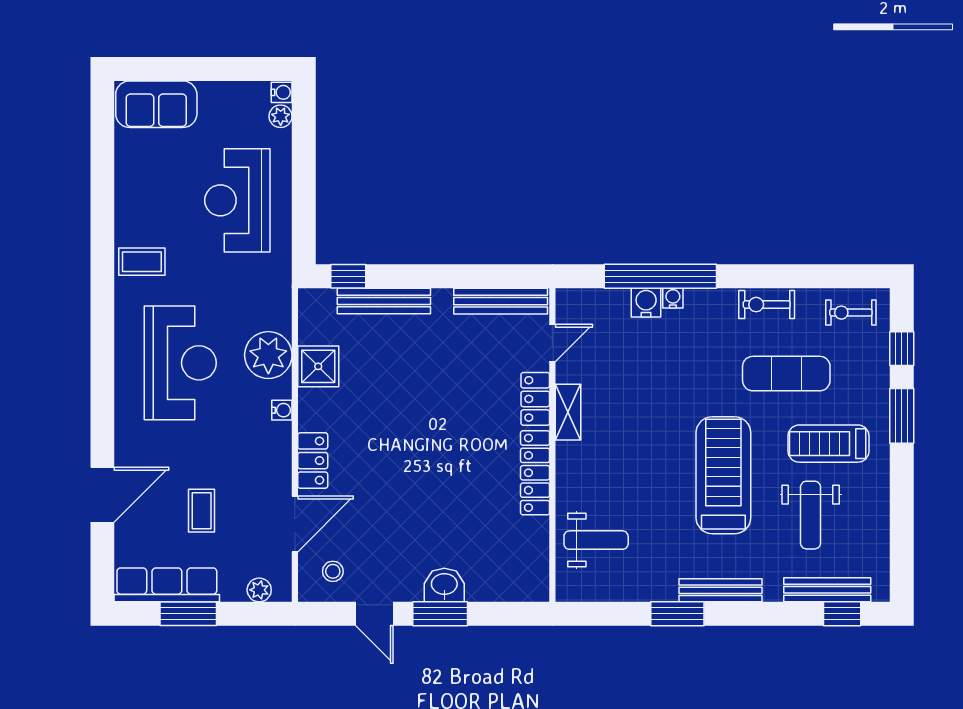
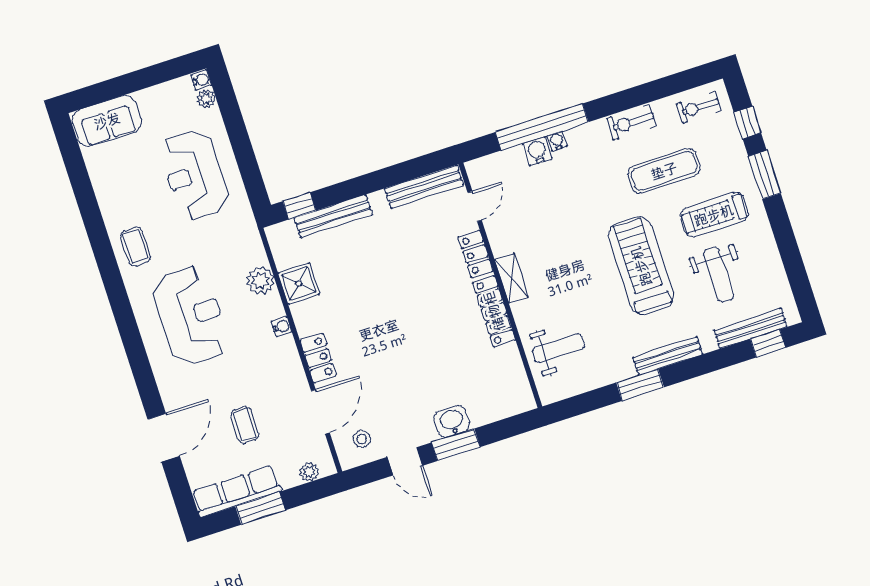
coffee table: (142, 262) -> (135, 247), turned 90
plant: (268, 355) -> (260, 281), width x0.73, depth x0.73
shelving: (568, 412) -> (511, 278), moved

